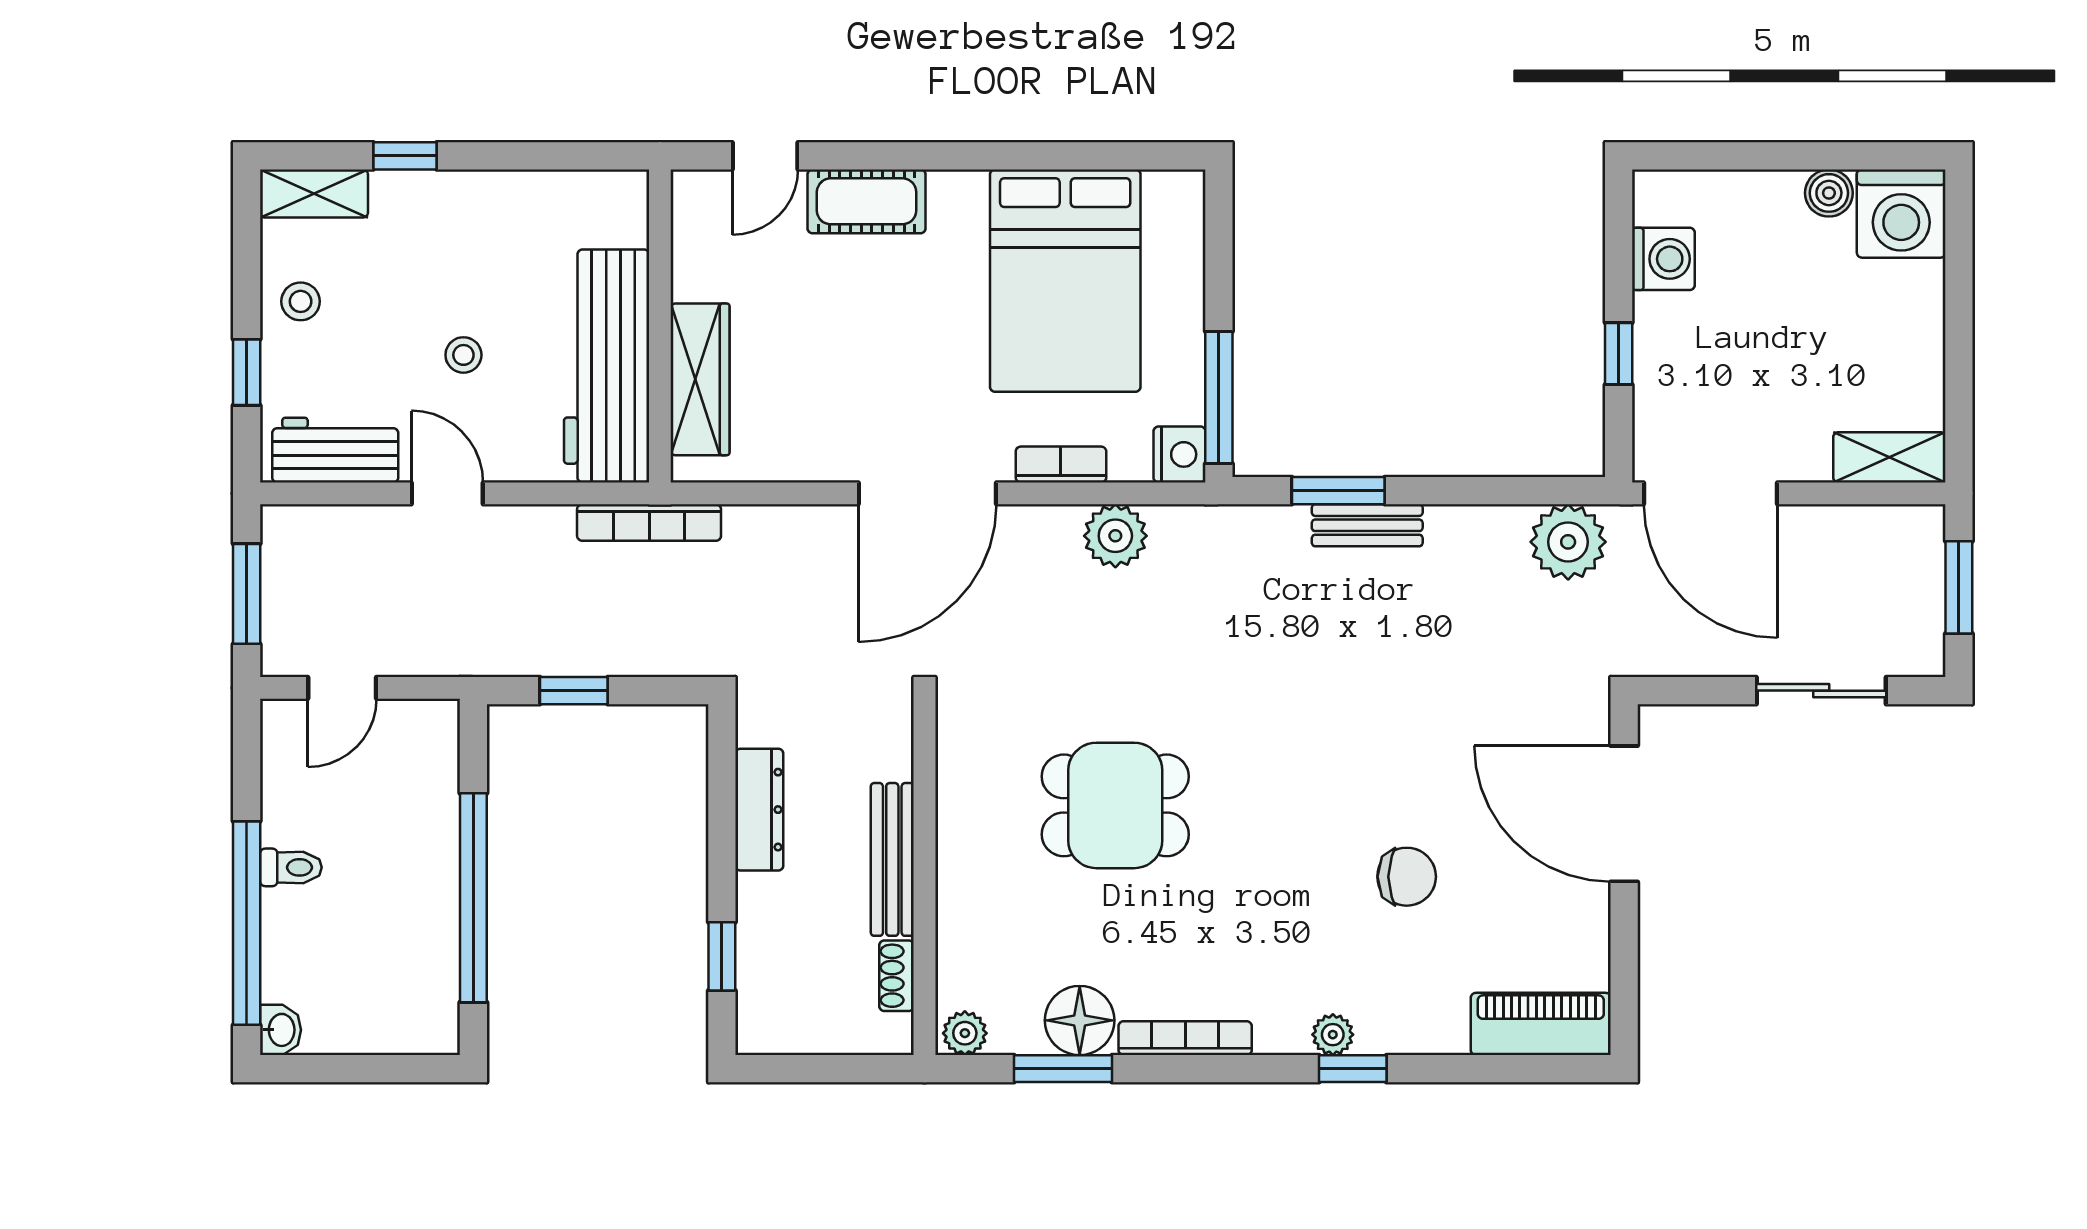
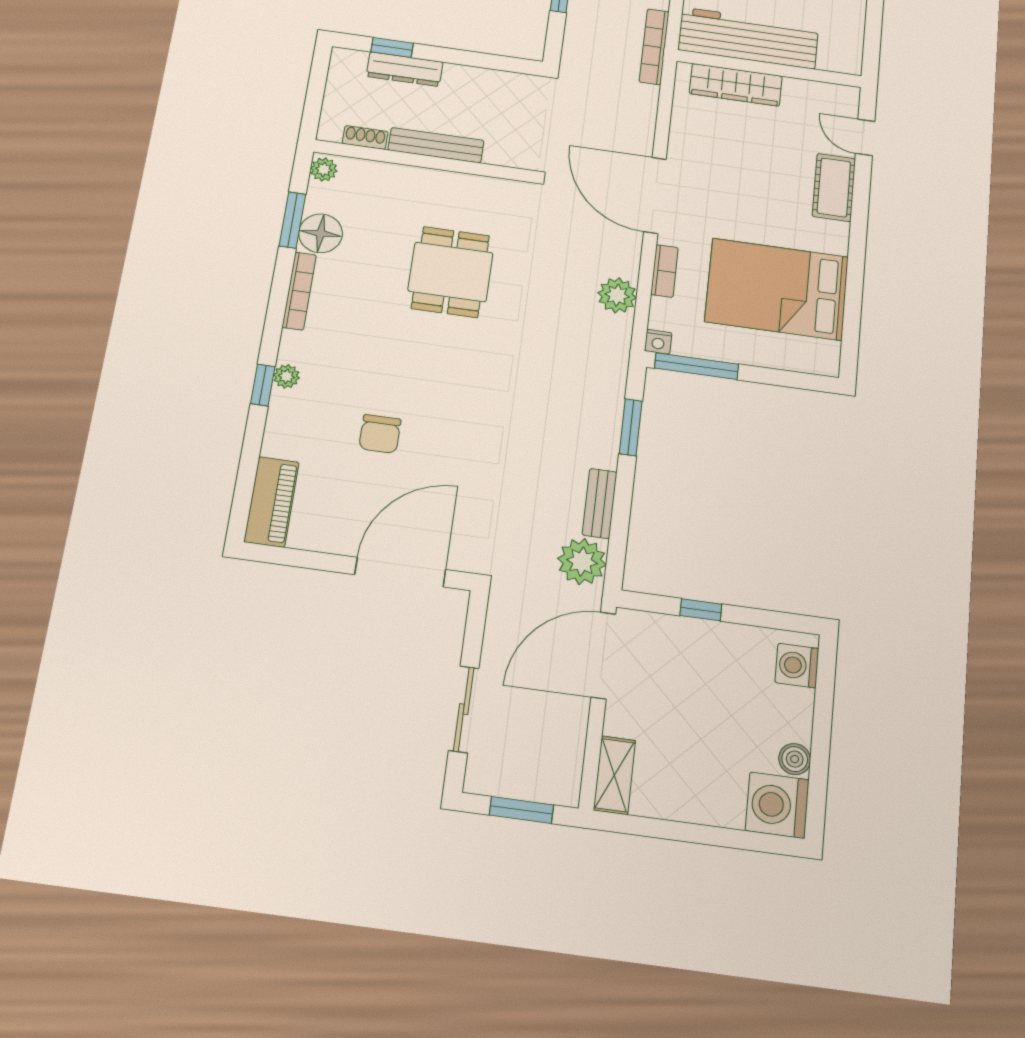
washing machine: (1663, 259) -> (797, 666), moved, turned 90
nightstand: (1180, 454) -> (658, 342), width x0.72, depth x0.74
bench: (1367, 525) -> (600, 503), moved
dresser: (759, 810) -> (405, 69), moved

